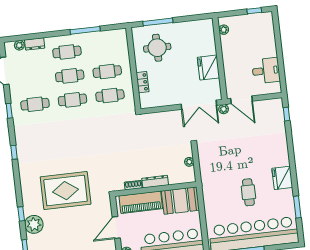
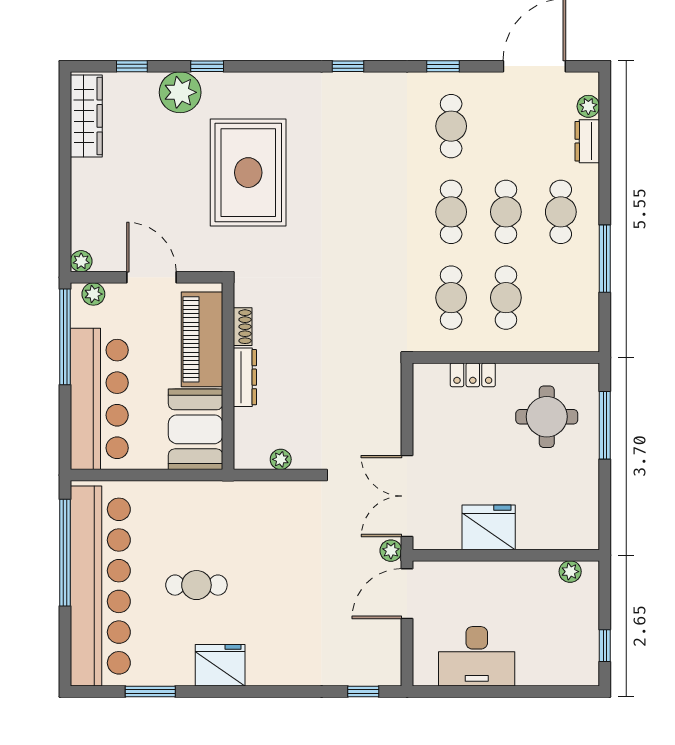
desk: (266, 71) -> (477, 656), width x1.37

